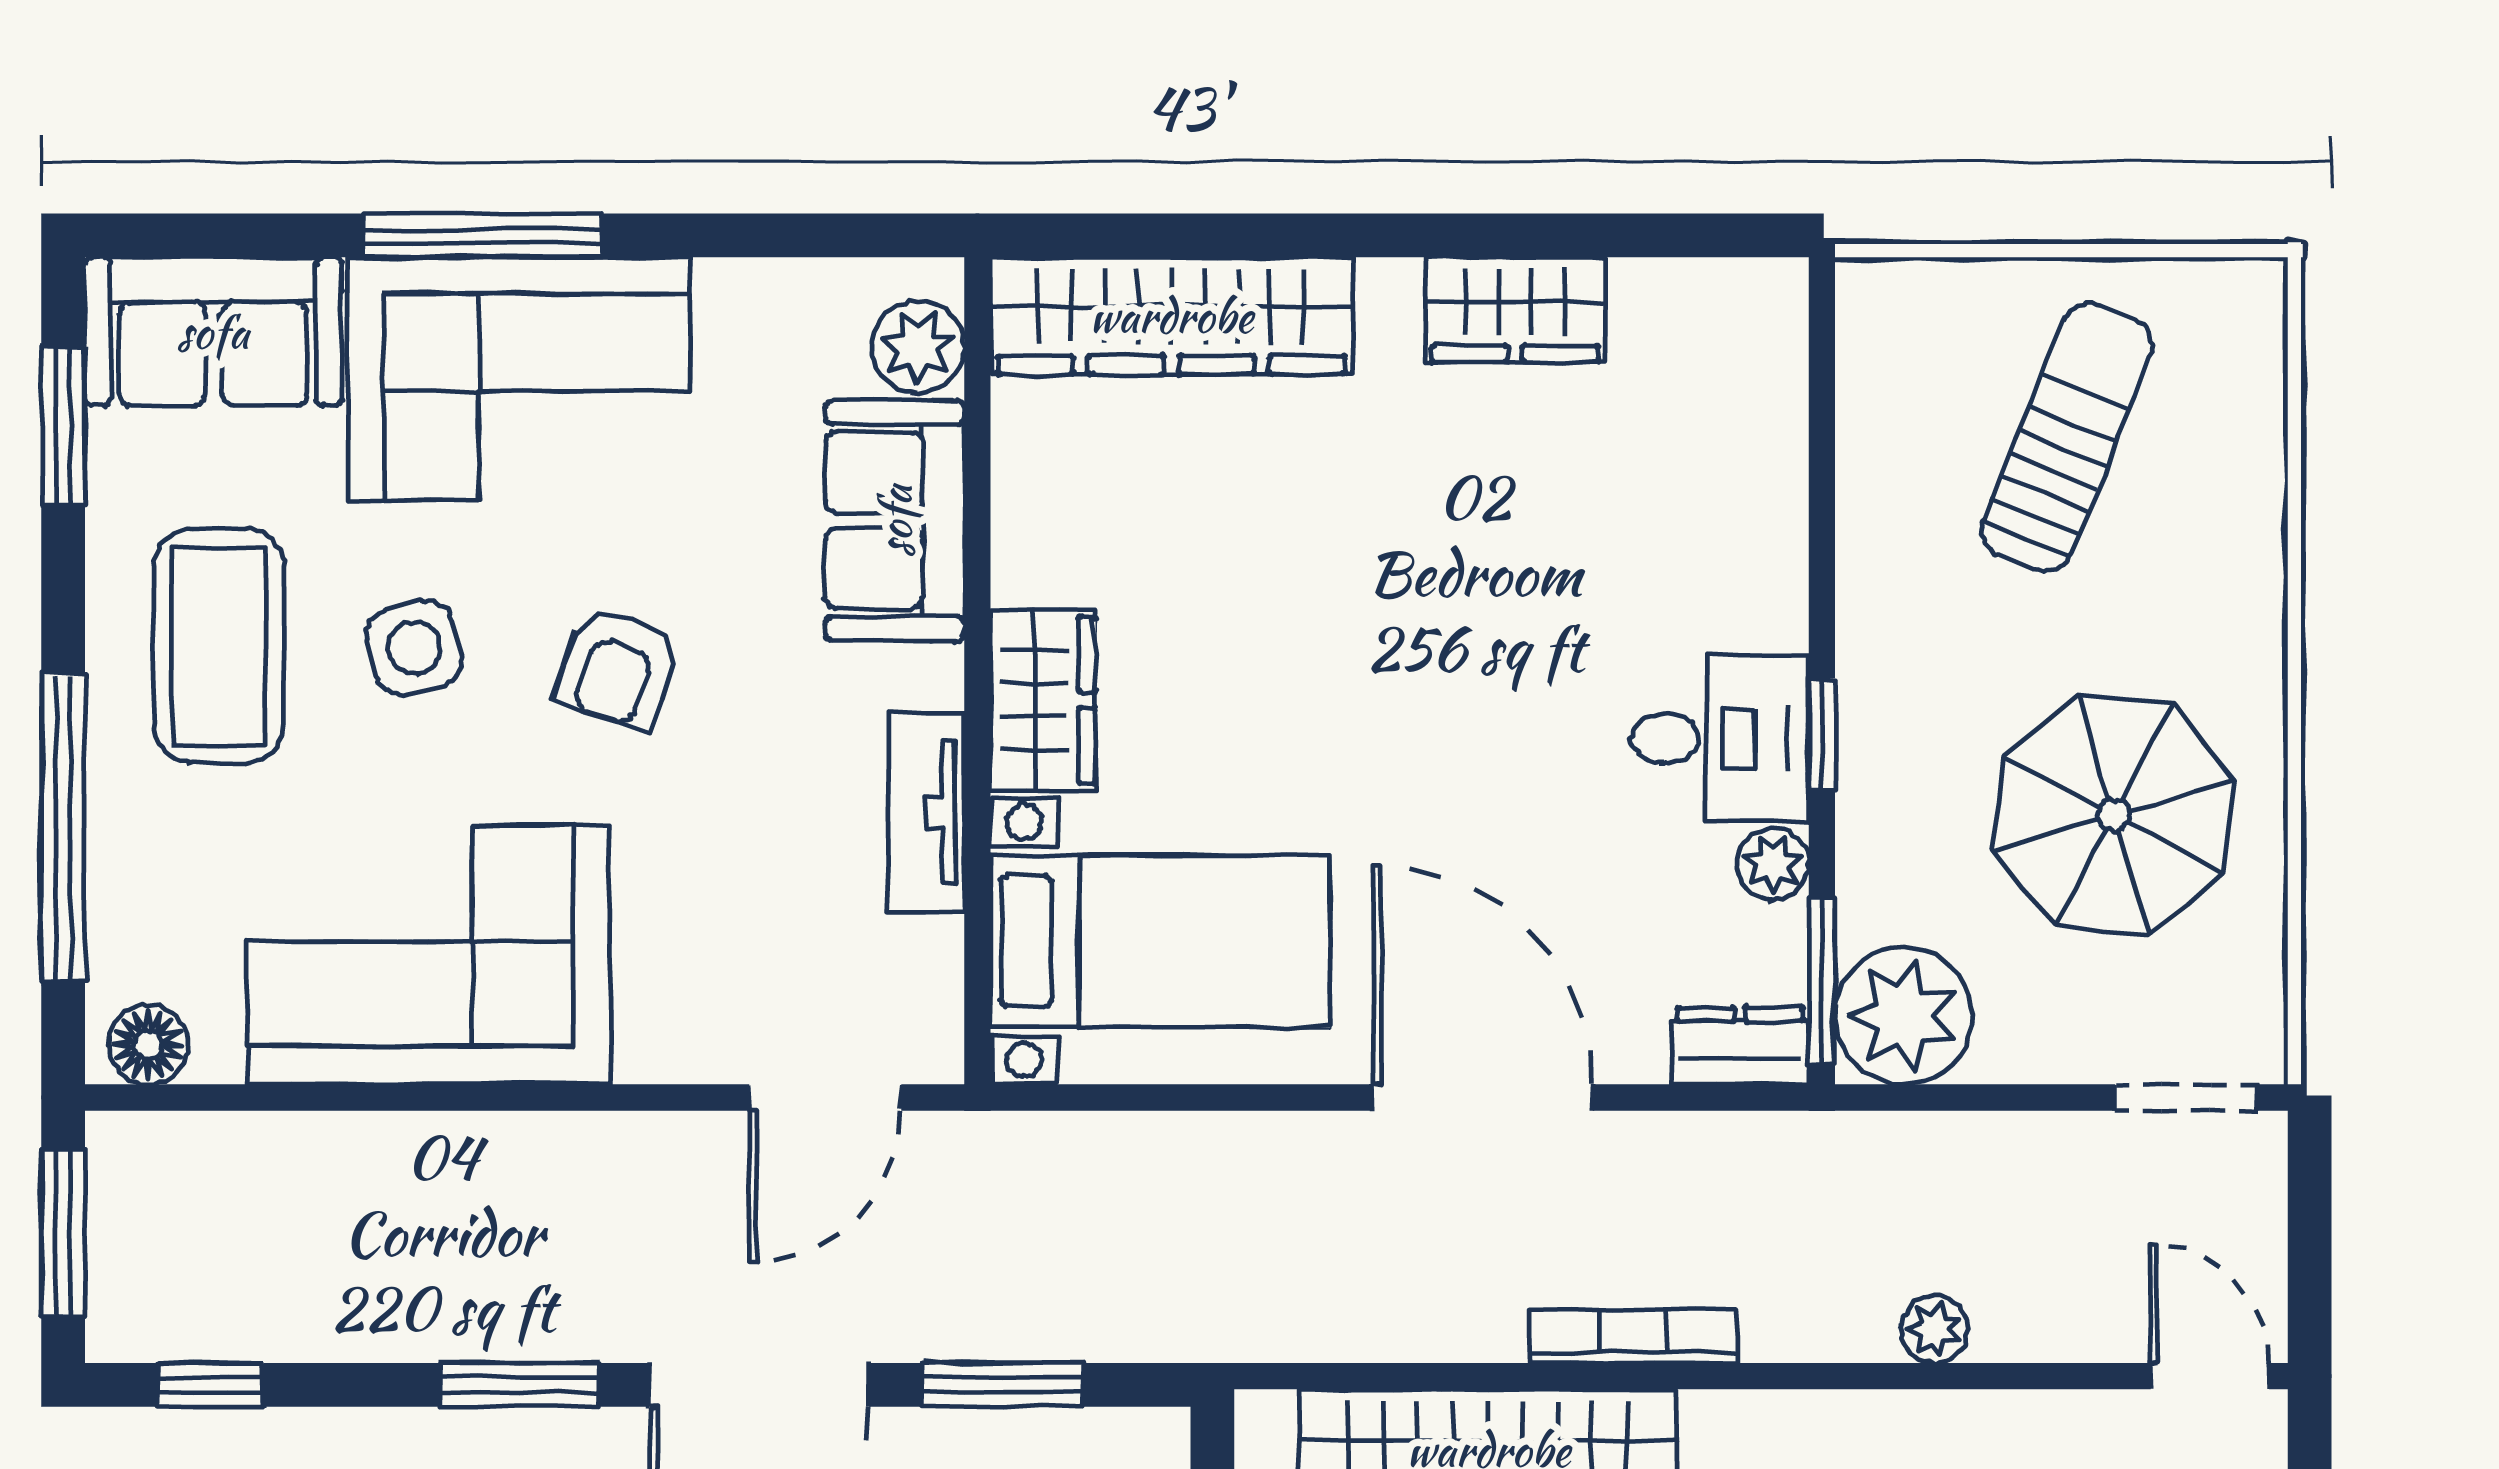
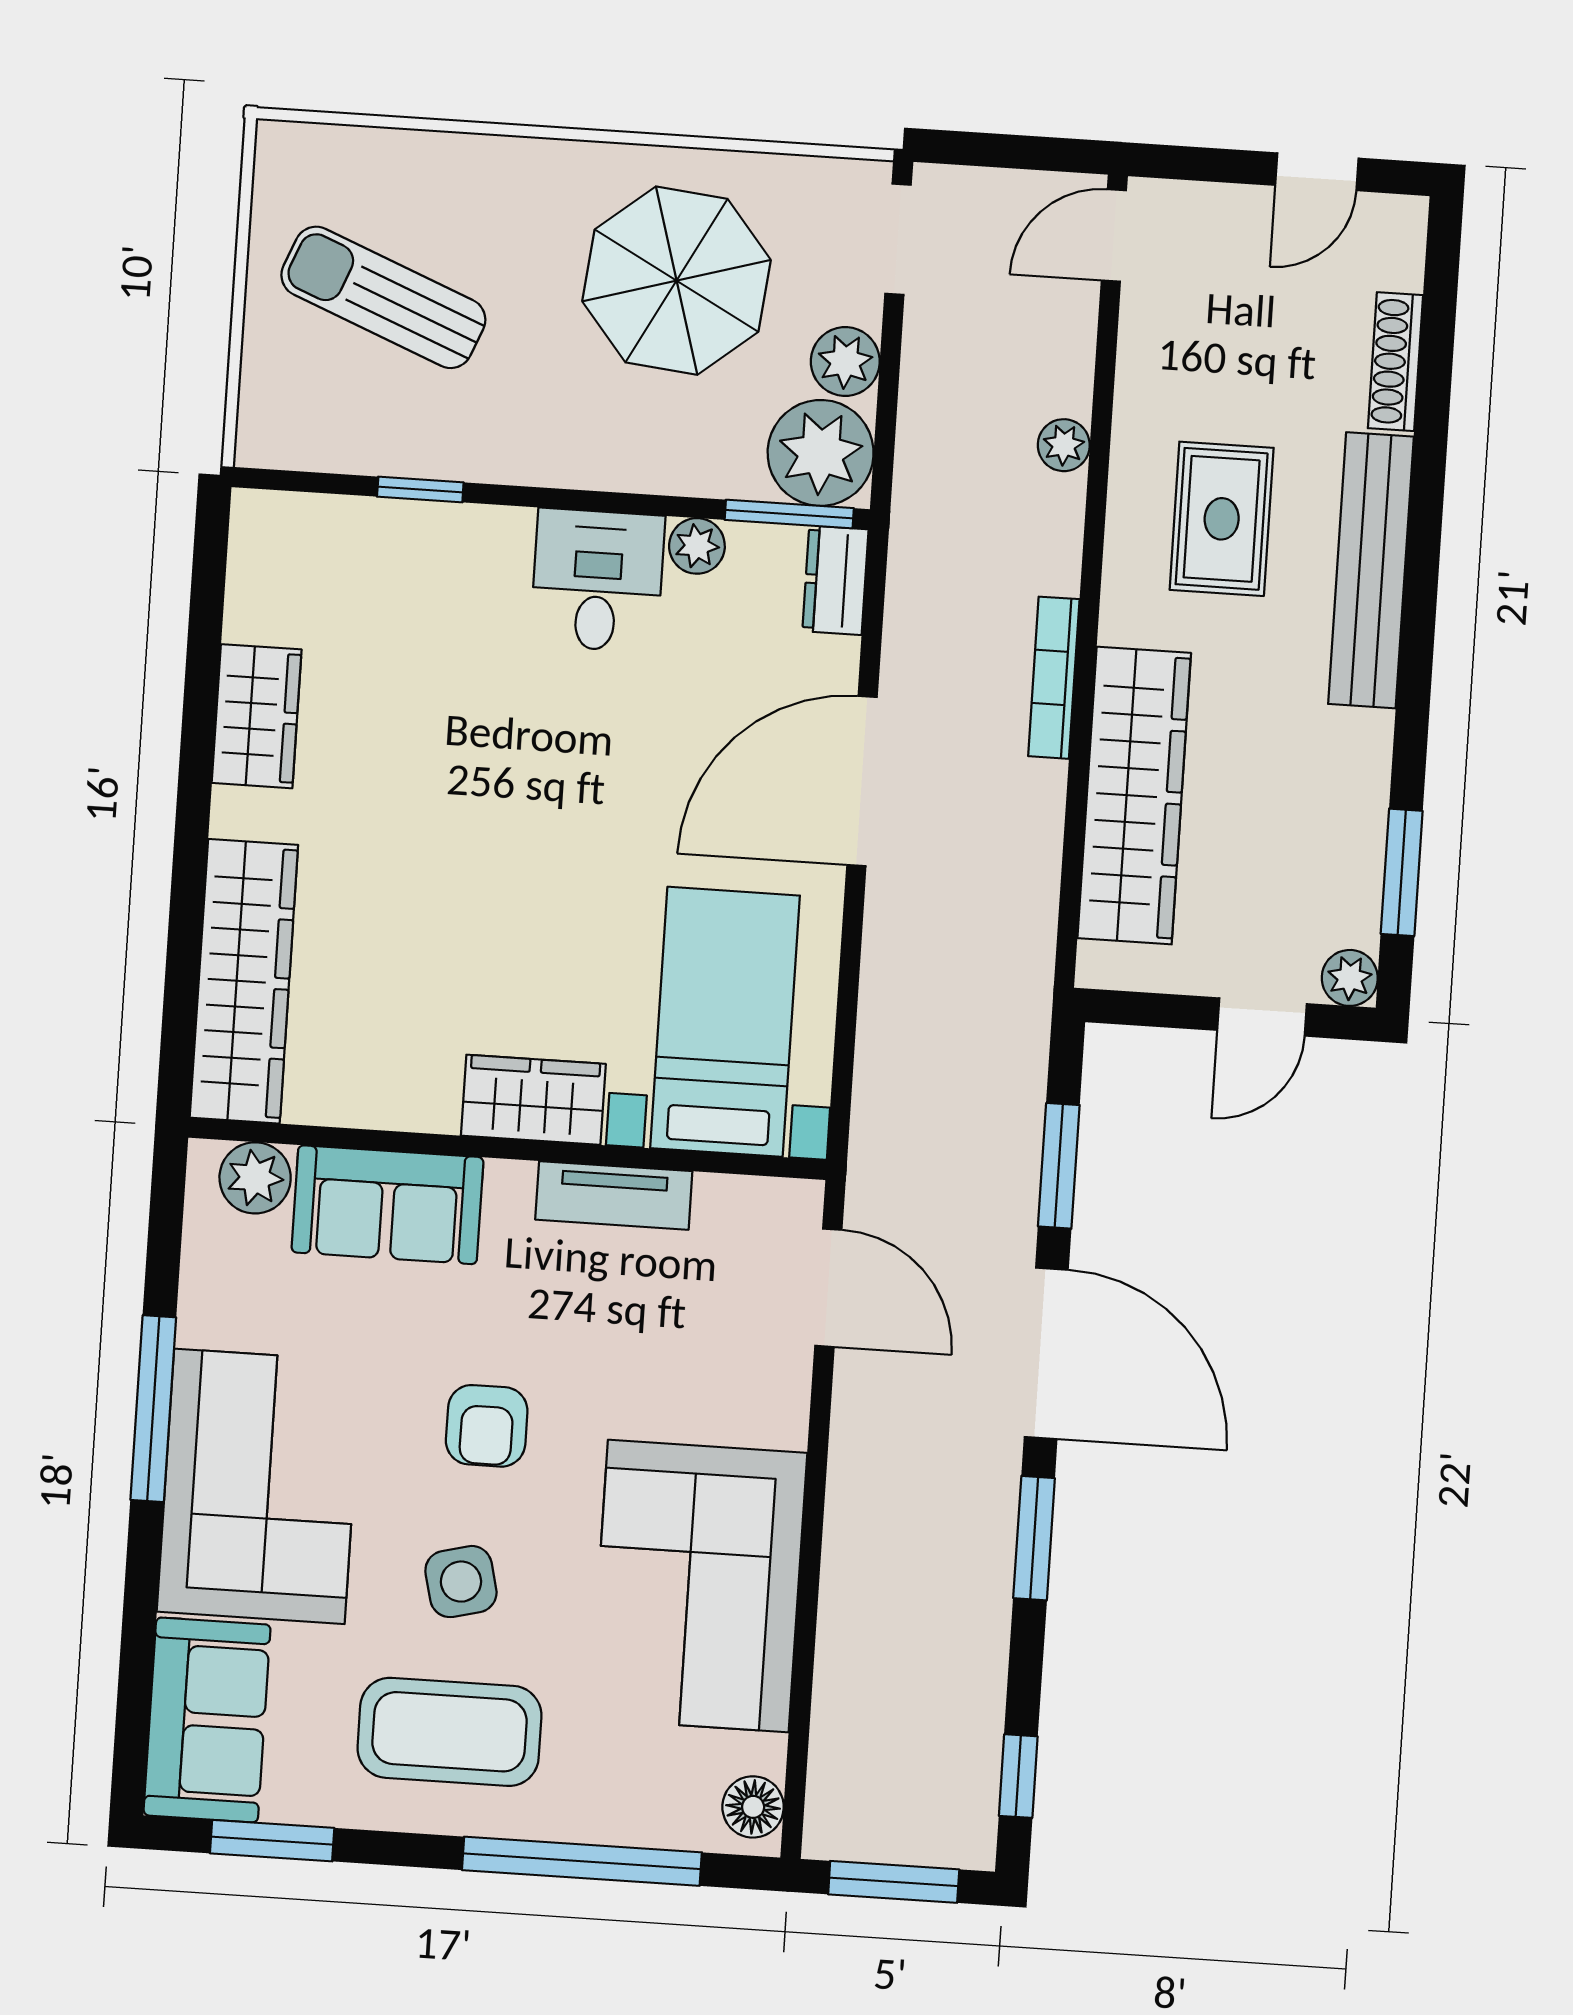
window: (482, 235) -> (153, 1409), moved
armchair: (618, 668) -> (487, 1426), turned 71
window: (1822, 734) -> (420, 490), moved
plant: (2024, 1040) -> (845, 362), added

